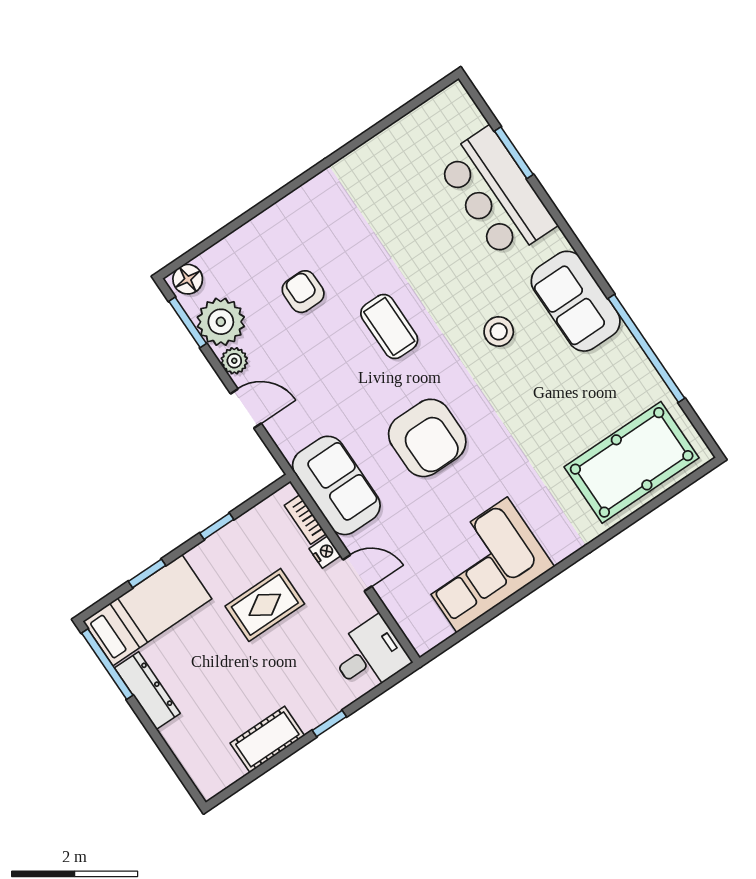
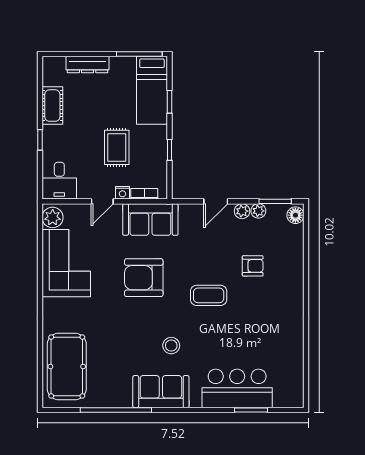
plant: (221, 322) -> (258, 211), width x0.53, depth x0.53
plant: (429, 629) -> (53, 217), added
dresser: (147, 691) -> (88, 64), moved

